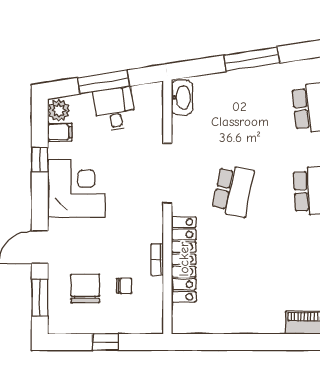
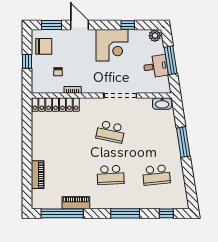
filing cabinet: (60, 132) -> (143, 36), removed
locker: (184, 259) -> (56, 105), moved
chair: (85, 289) -> (44, 46), moved

